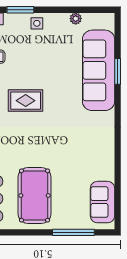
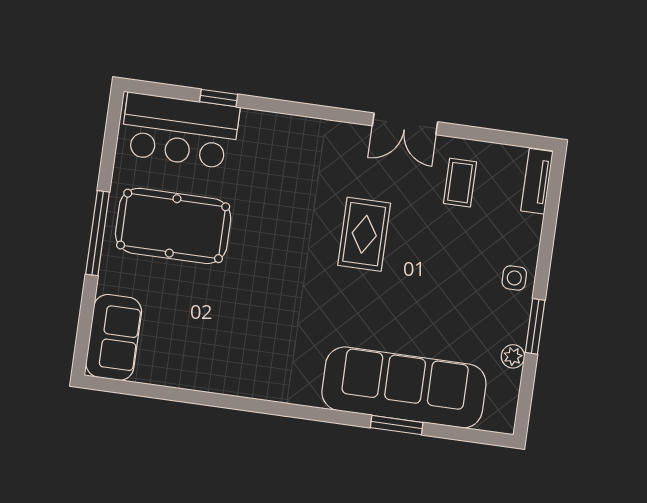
window: (20, 10) -> (535, 326), moved
sofa: (102, 202) -> (114, 337), moved, turned 90
window: (73, 232) -> (98, 233), moved

